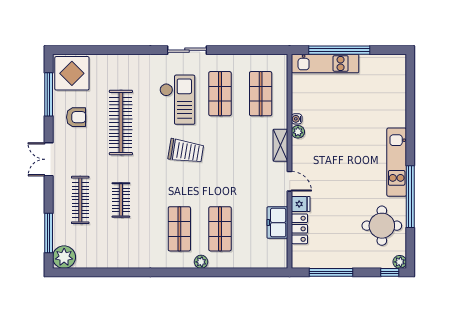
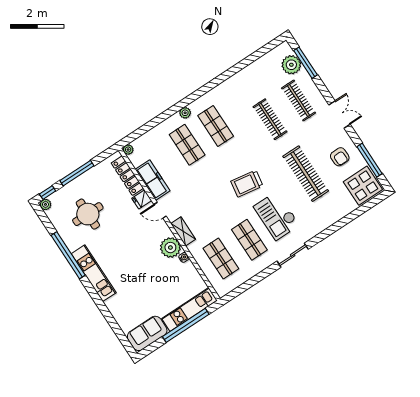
sofa: (383, 67) -> (147, 333), added
armchair: (76, 117) -> (340, 157), turned -91
plant: (298, 132) -> (170, 248), width x1.87, depth x1.87
clothes rail: (121, 200) -> (270, 119), width x1.36
freezer: (277, 223) -> (153, 180), width x1.40
round table: (382, 226) -> (88, 214), moved
locker: (299, 229) -> (127, 176), width x1.53
plant: (64, 257) -> (291, 65), moved
plant: (282, 262) -> (128, 150), added
window: (331, 272) -> (77, 173), moved

